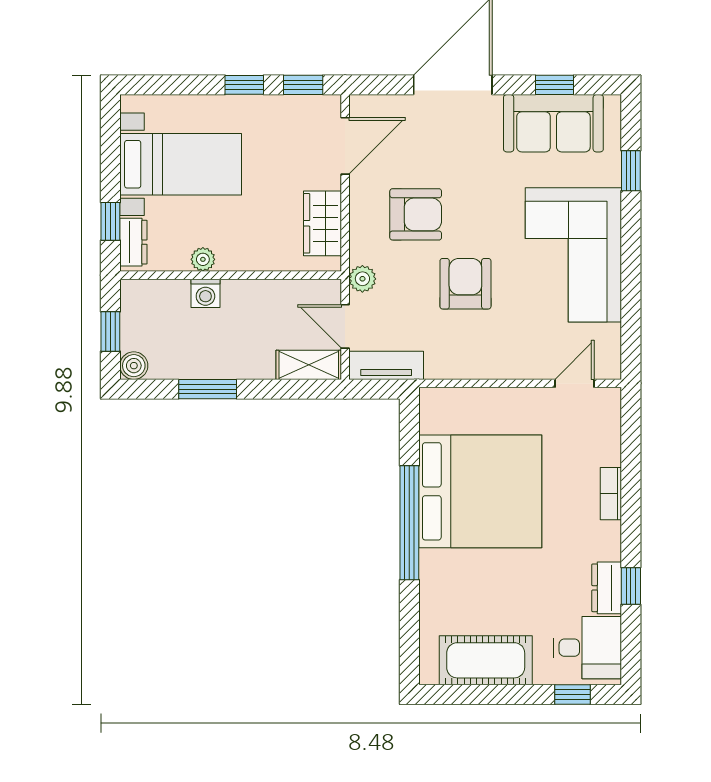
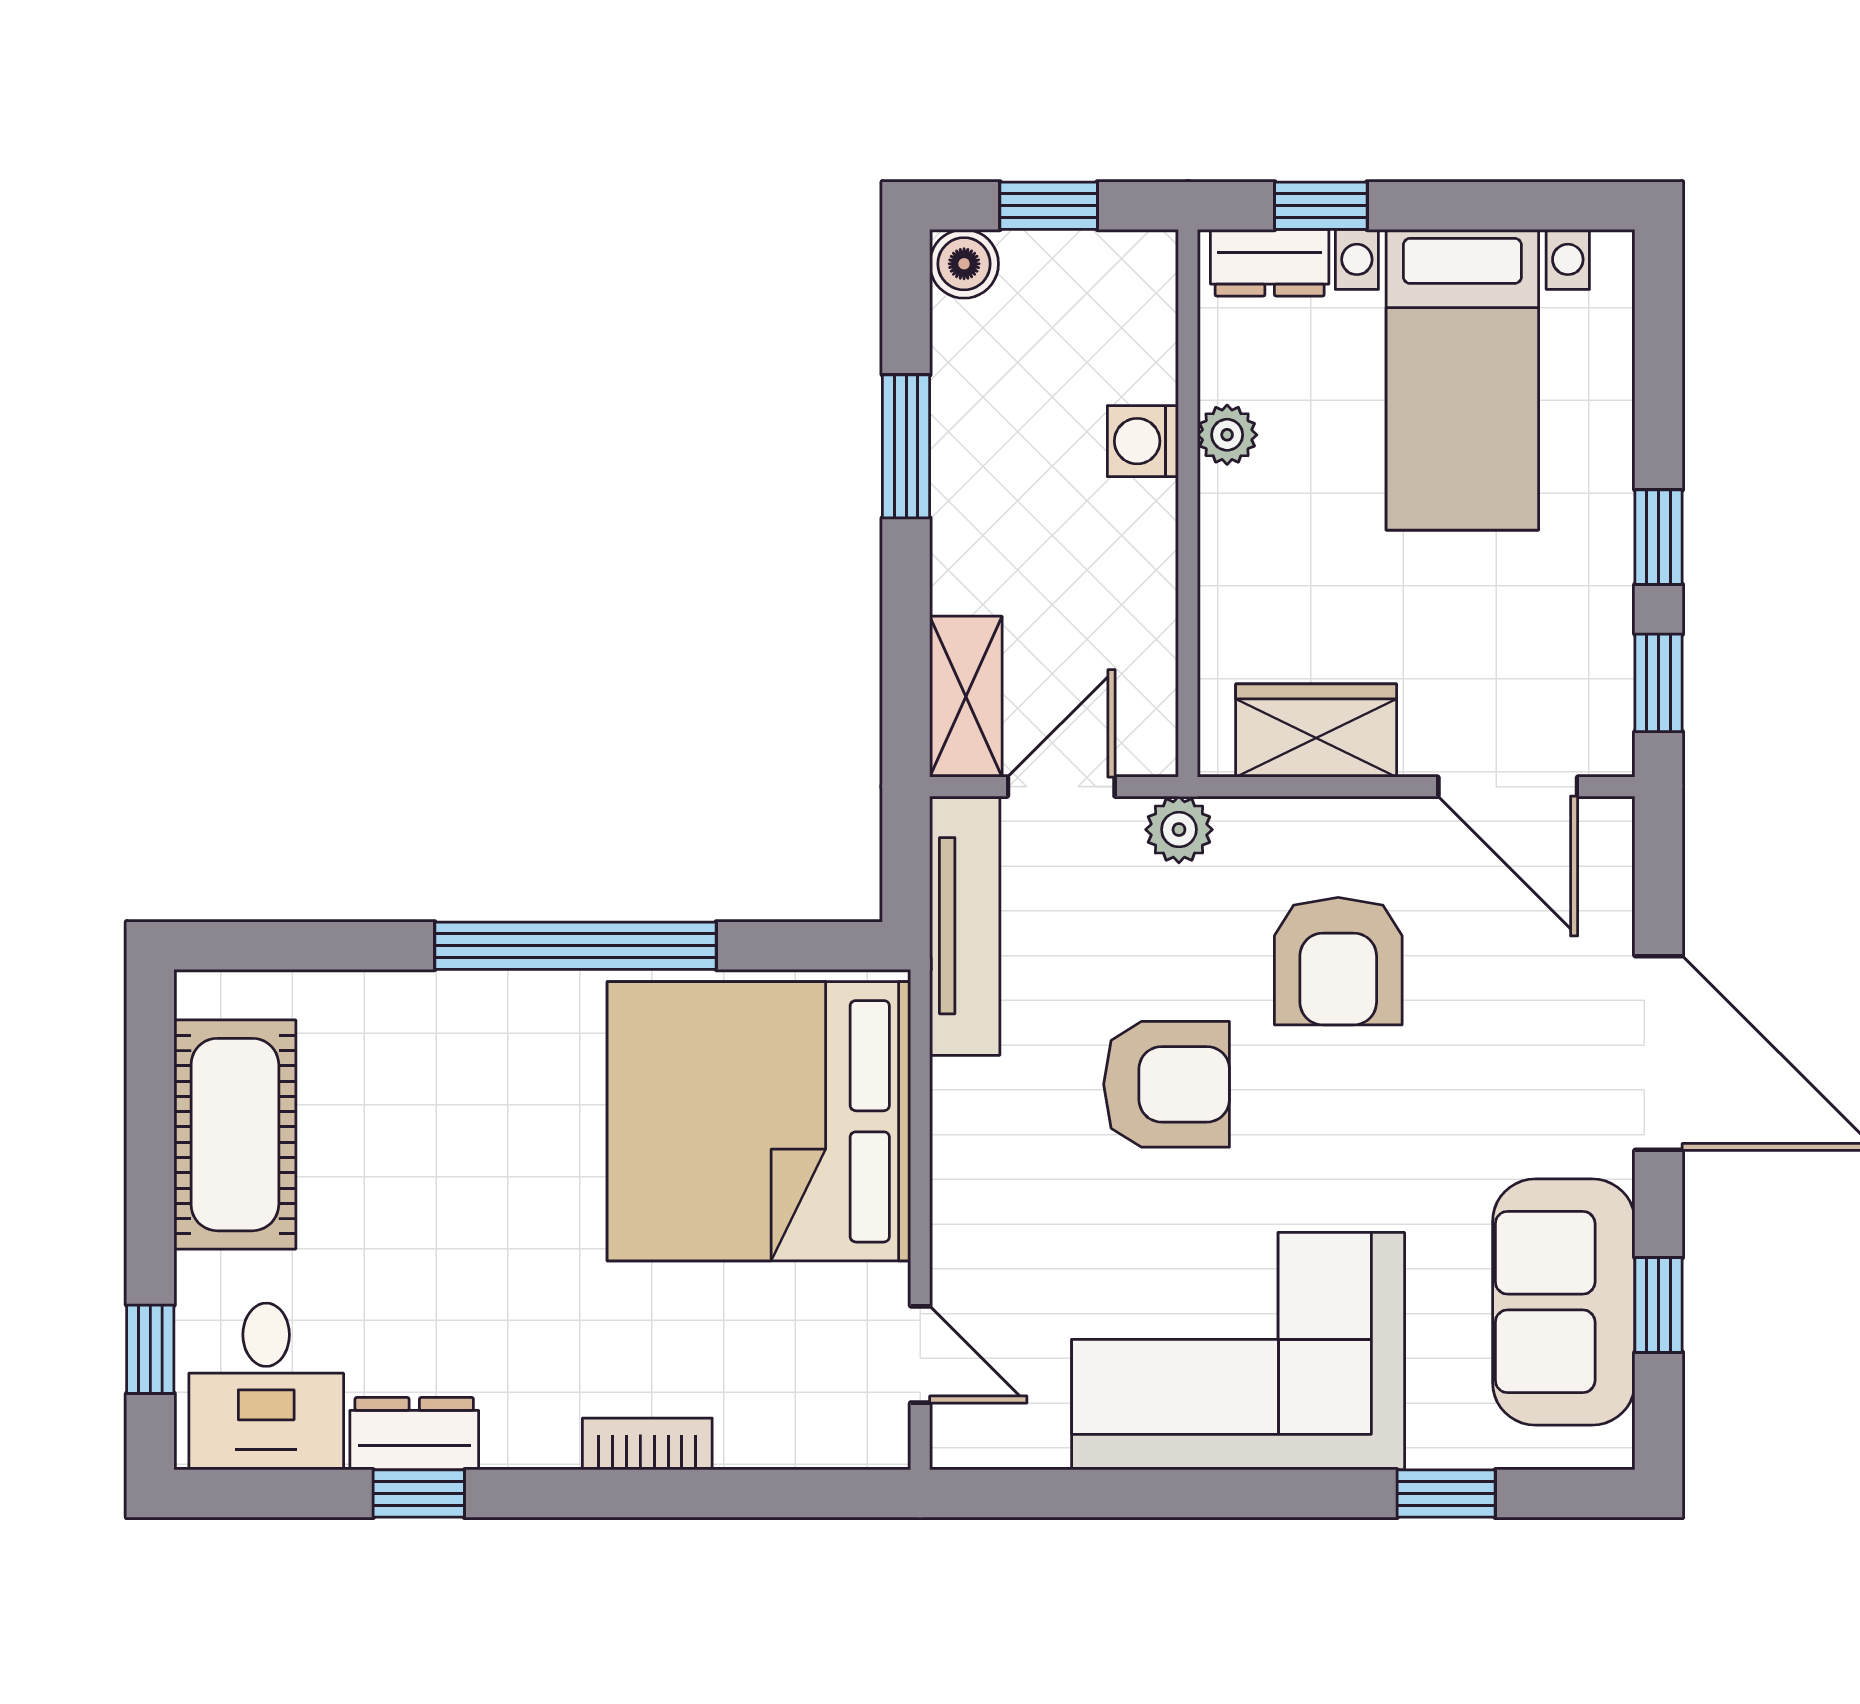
tv unit: (386, 365) -> (965, 926), width x1.41
bed: (480, 491) -> (759, 1121), moved, turned 90

